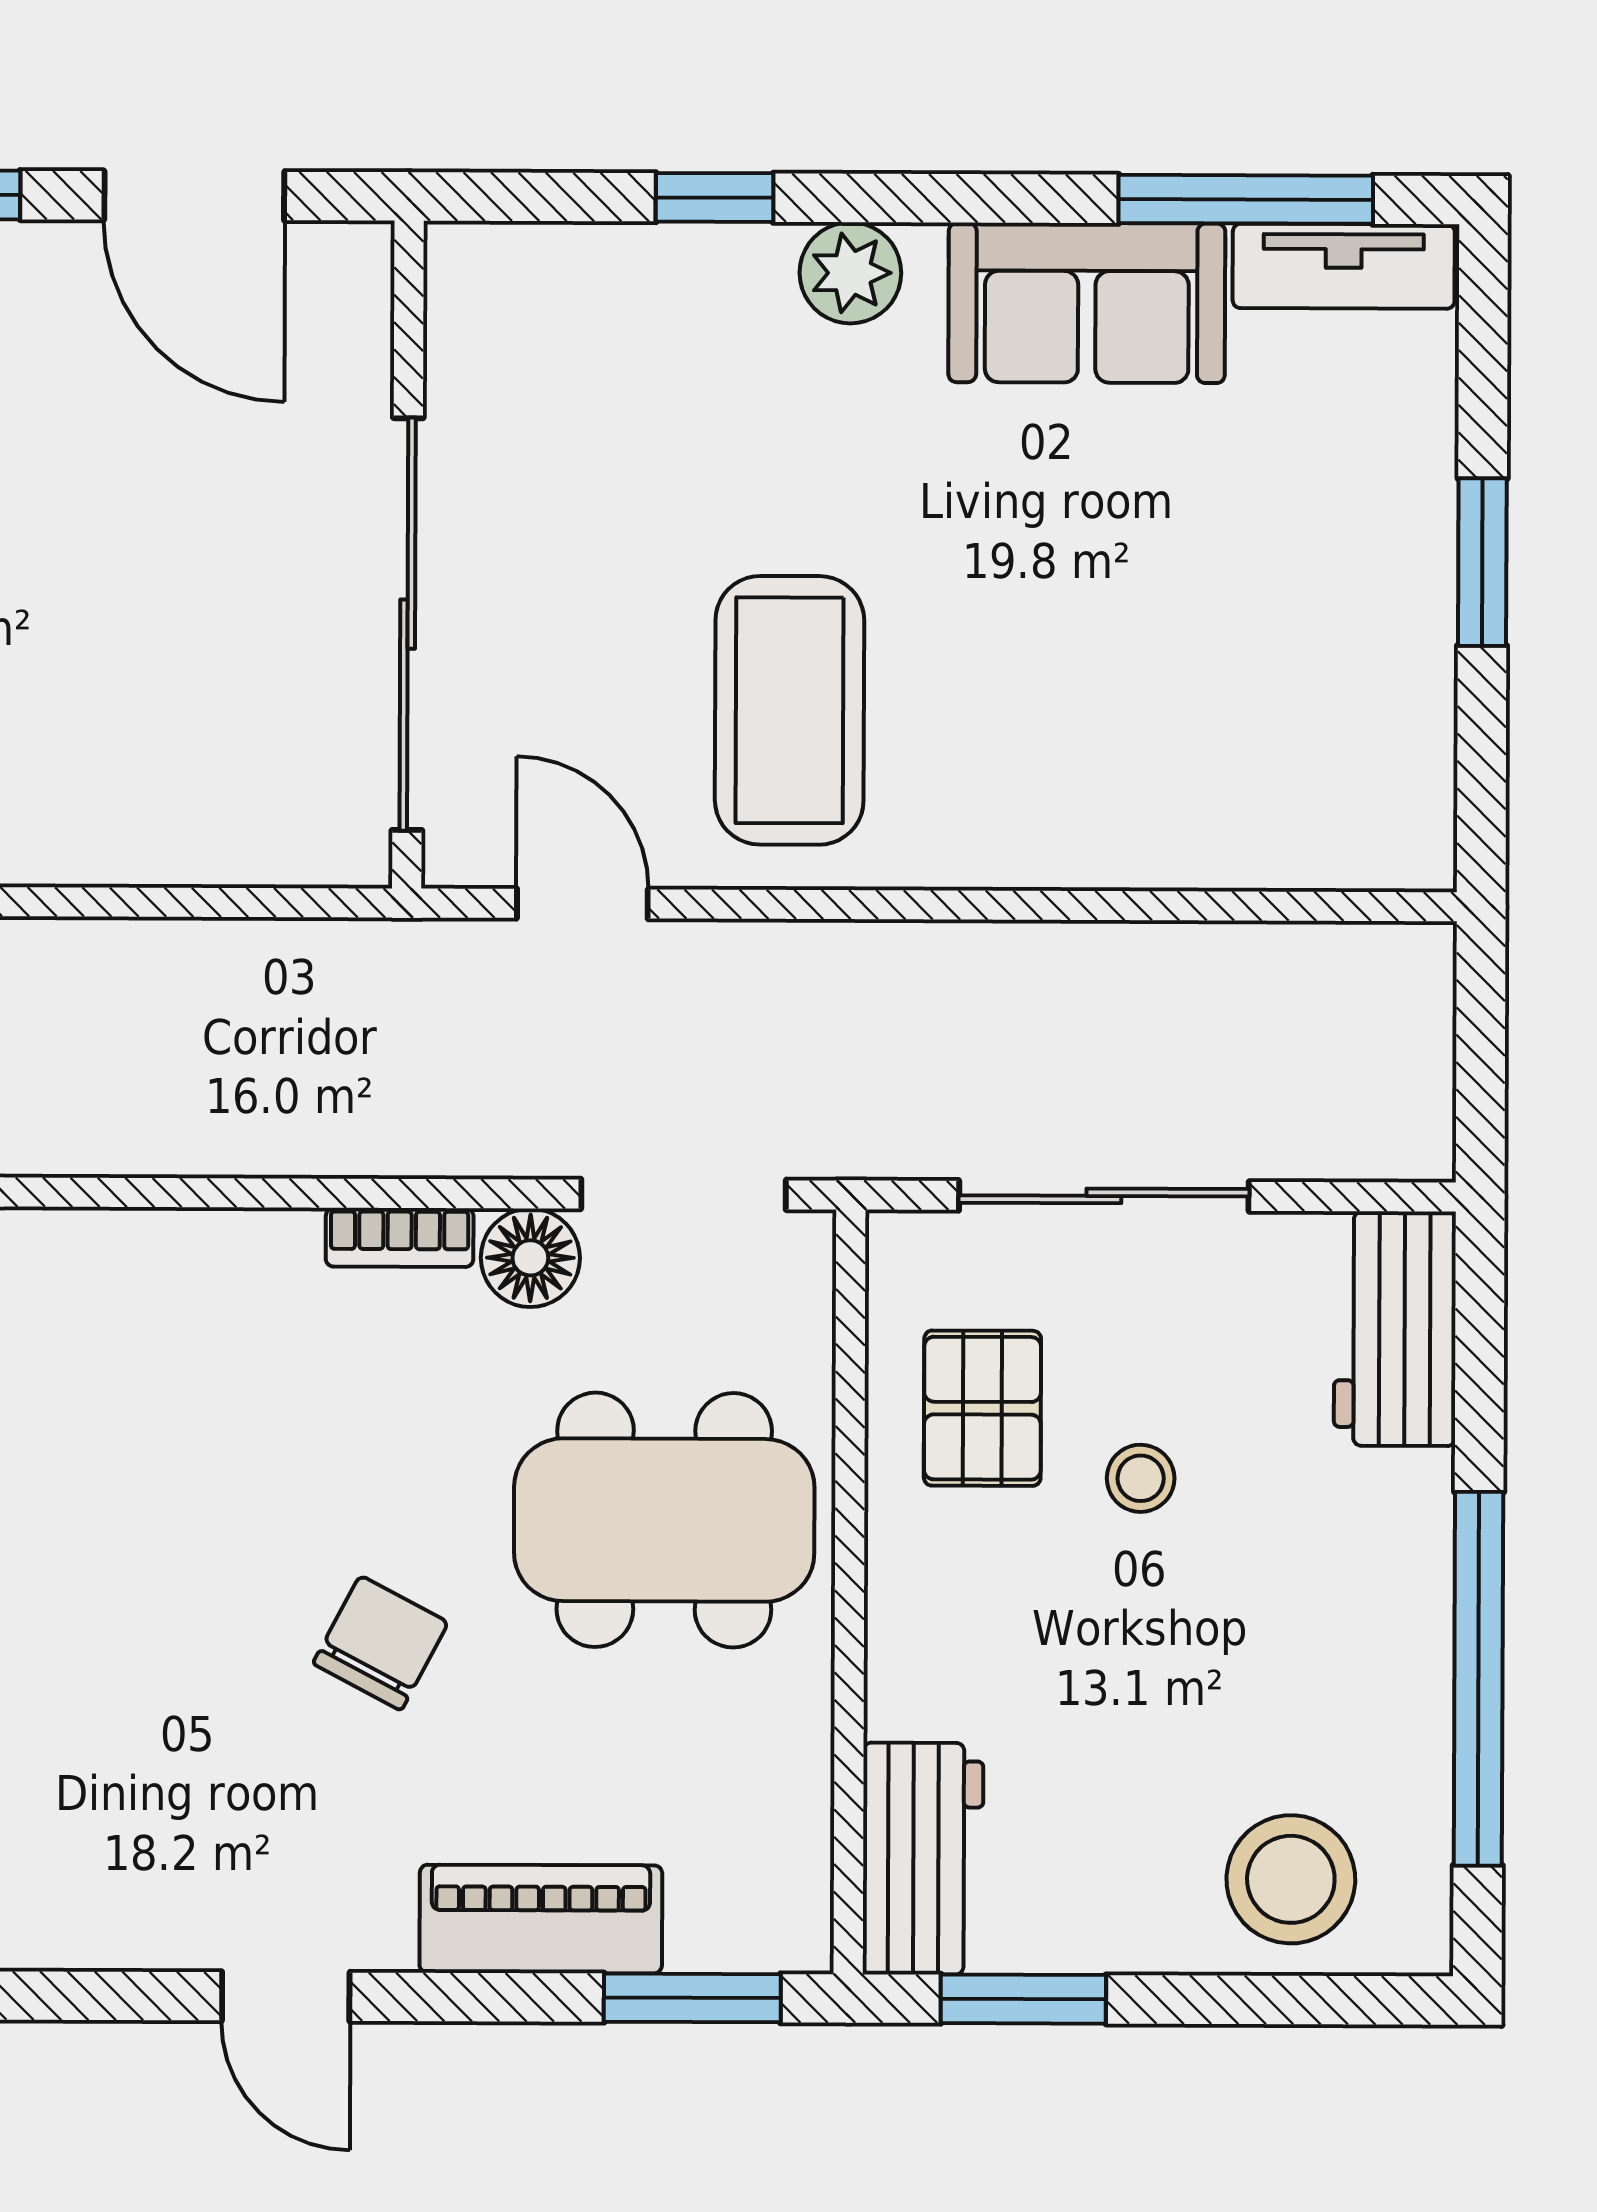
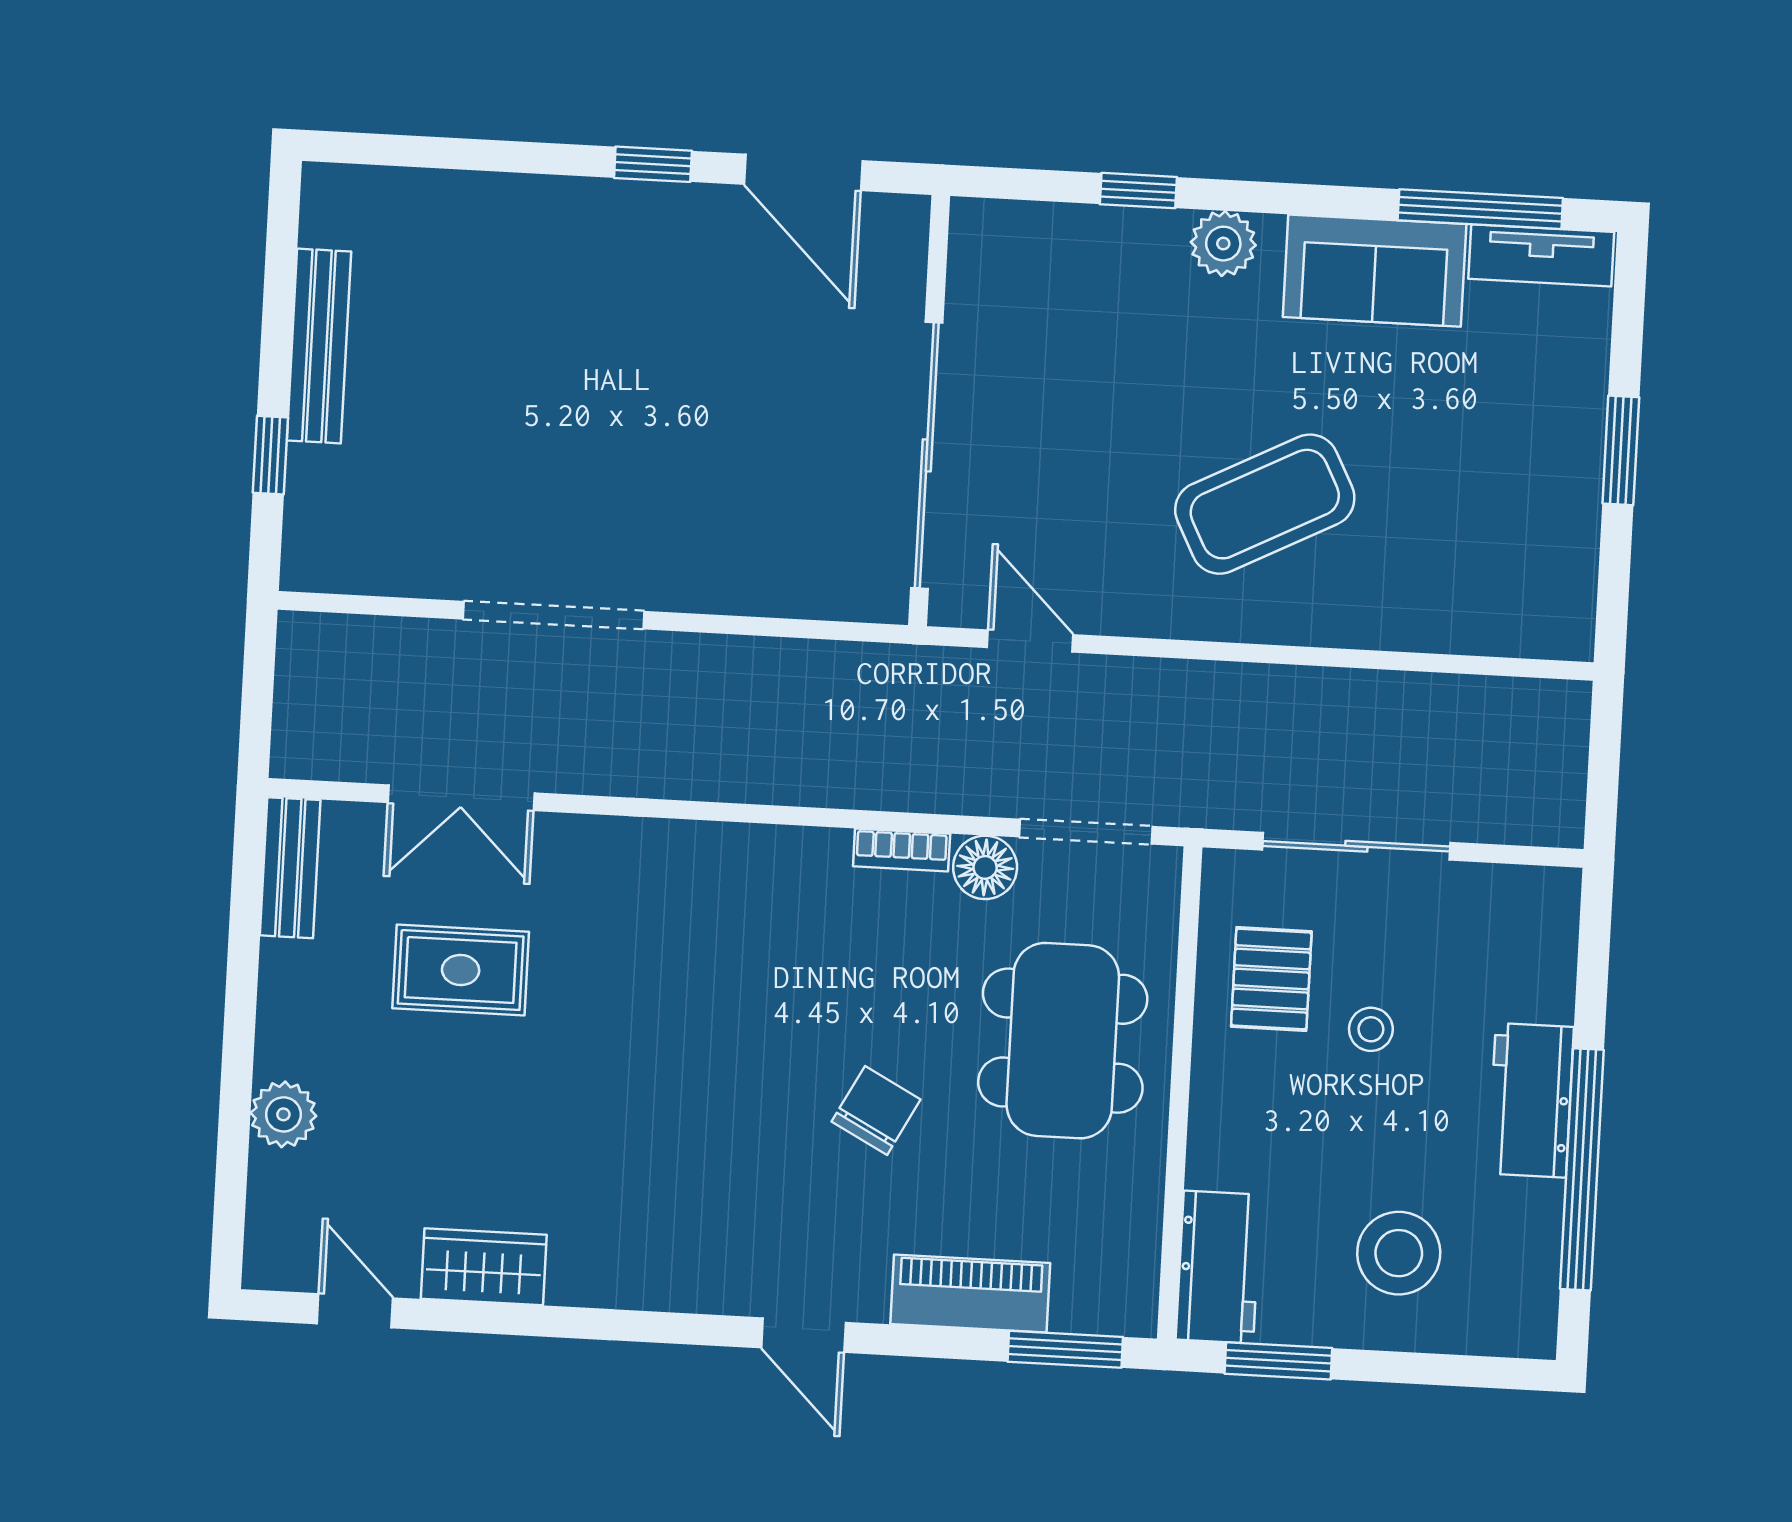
coffee table: (790, 710) -> (1265, 504), moved, turned 63
workbench: (1395, 1329) -> (1531, 1100), moved
dining table: (664, 1520) -> (1063, 1041), turned 90
stool: (1291, 1879) -> (1399, 1253), moved

